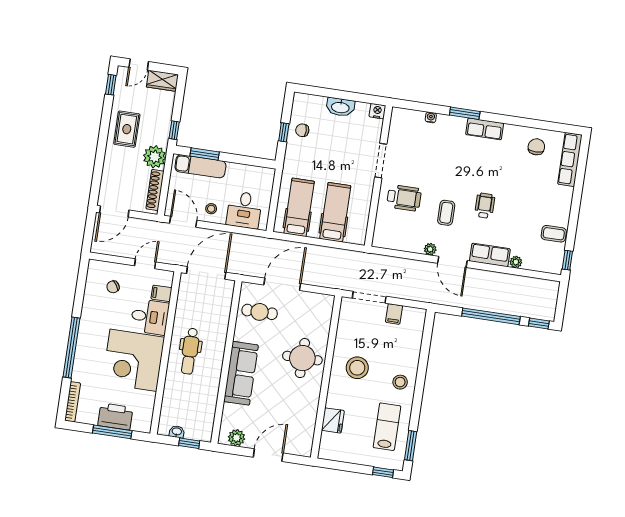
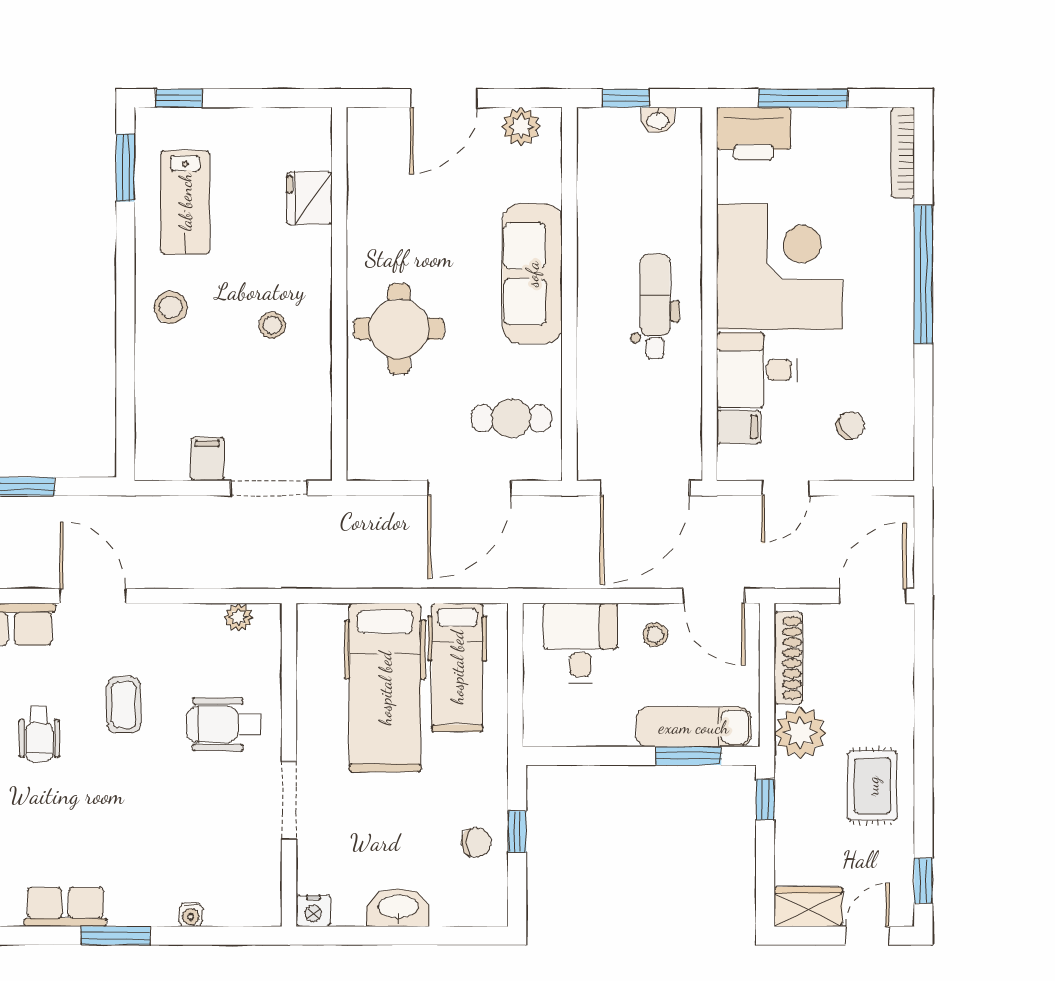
hospital bed: (335, 212) -> (385, 688), width x1.37, depth x1.29
plant: (430, 249) -> (239, 617), moved
stool: (357, 368) -> (272, 325), width x0.53, depth x0.53
printer: (115, 417) -> (754, 134), moved

